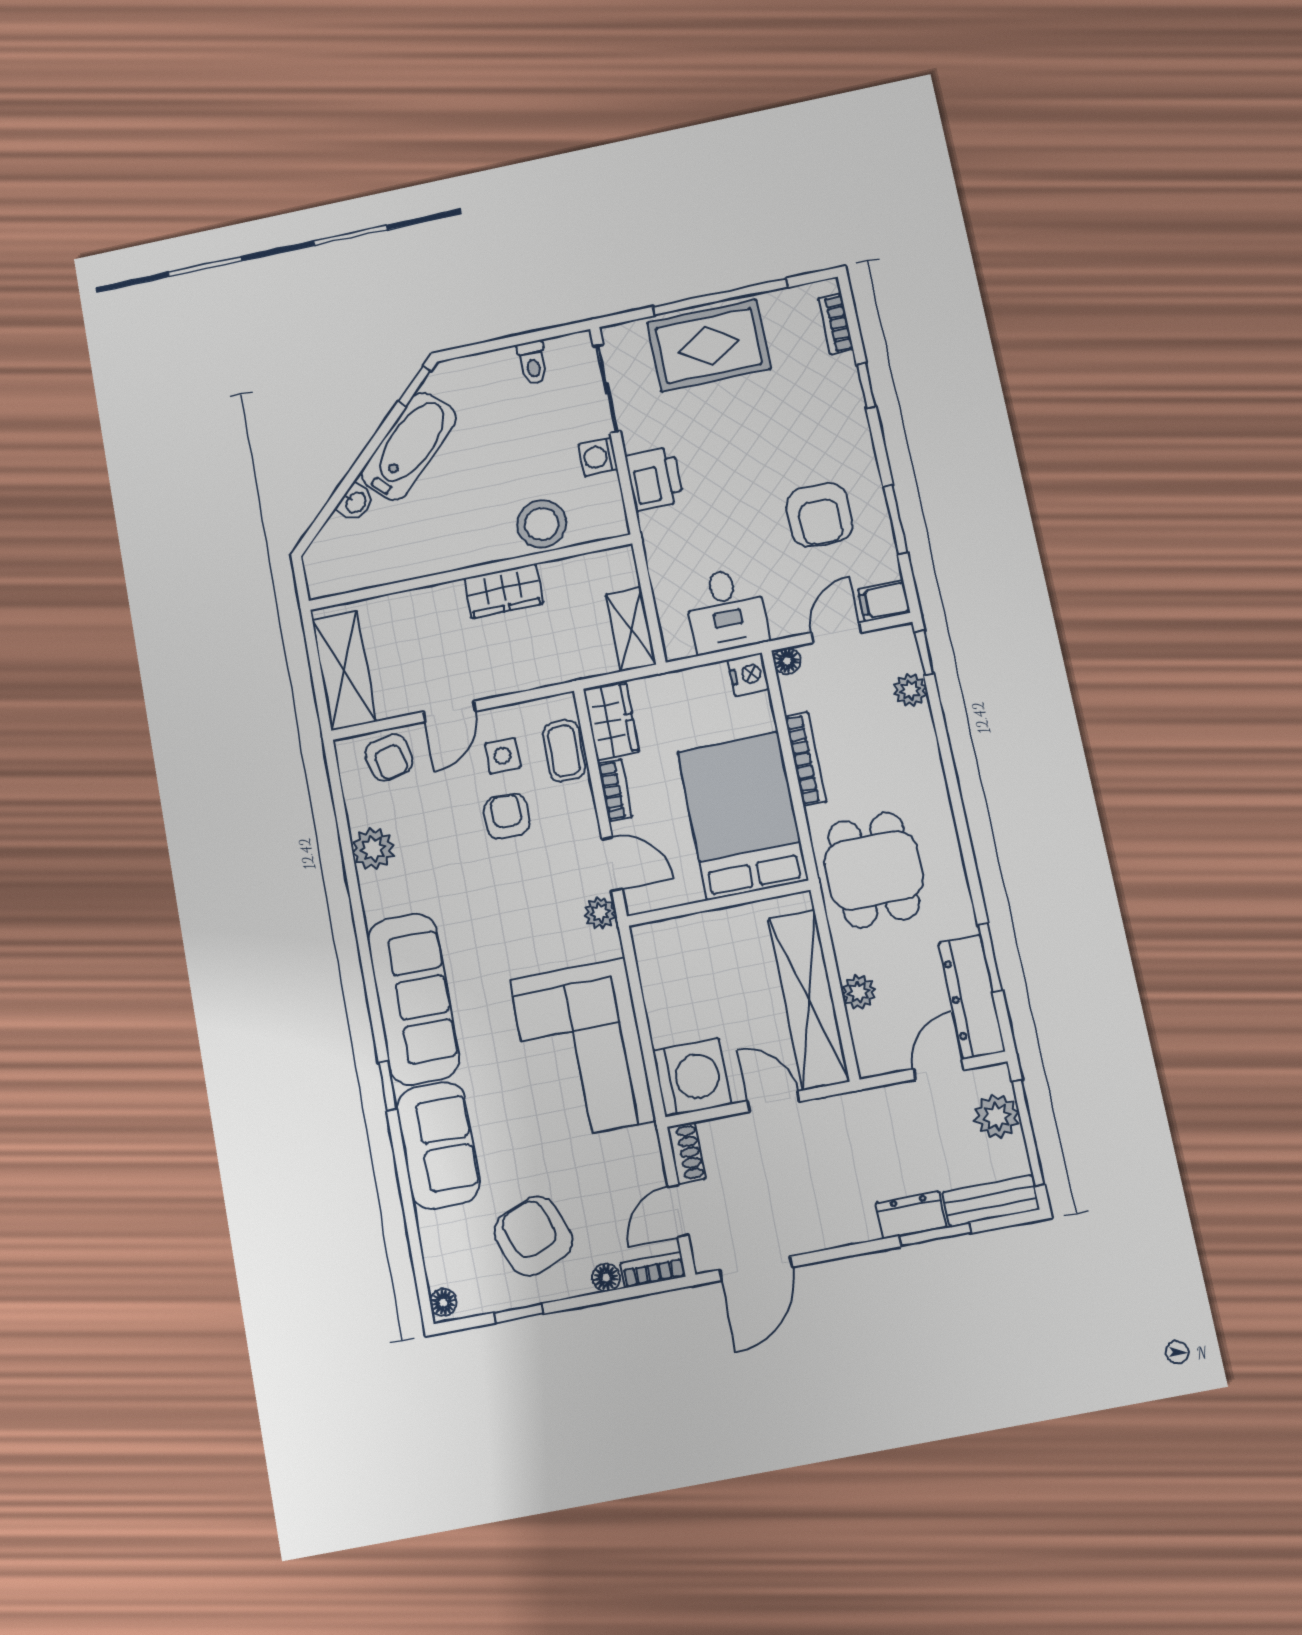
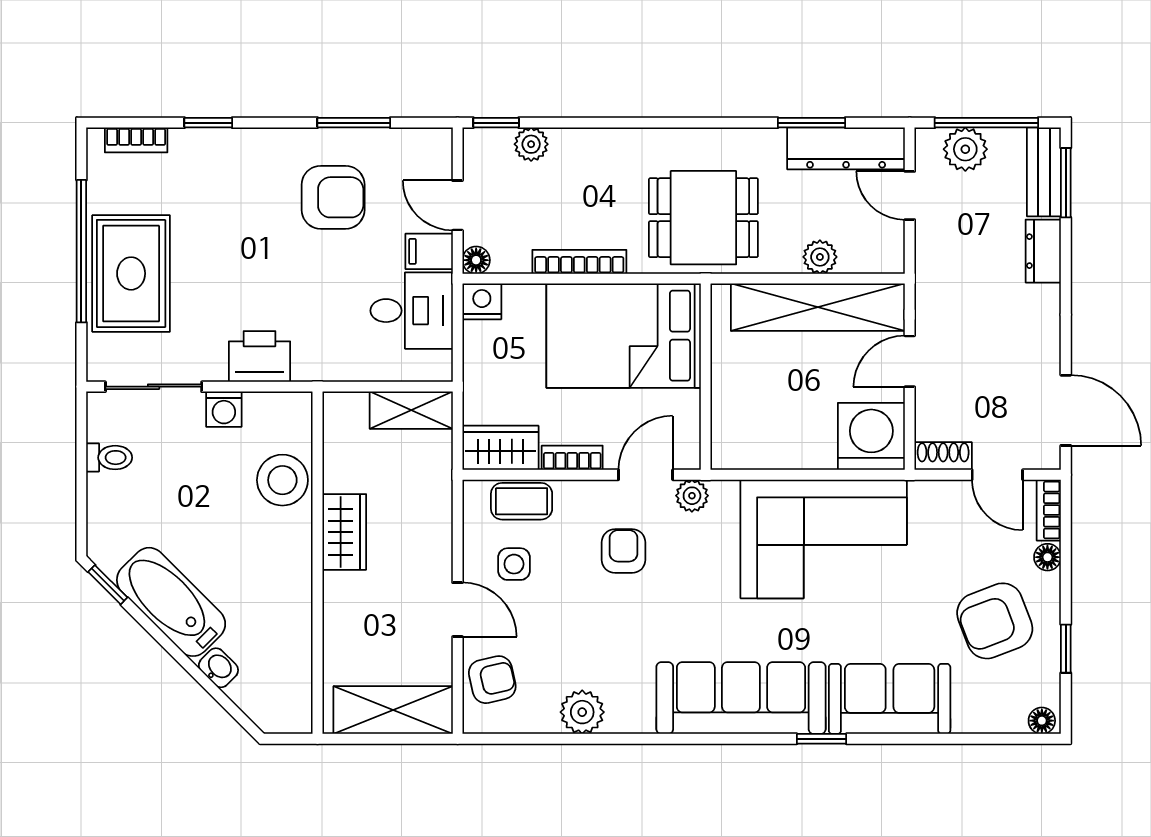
filing cabinet: (884, 601) -> (429, 251), moved, turned 90
armchair: (507, 816) -> (624, 551), moved, turned 90
window: (935, 1234) -> (1066, 183), moved

